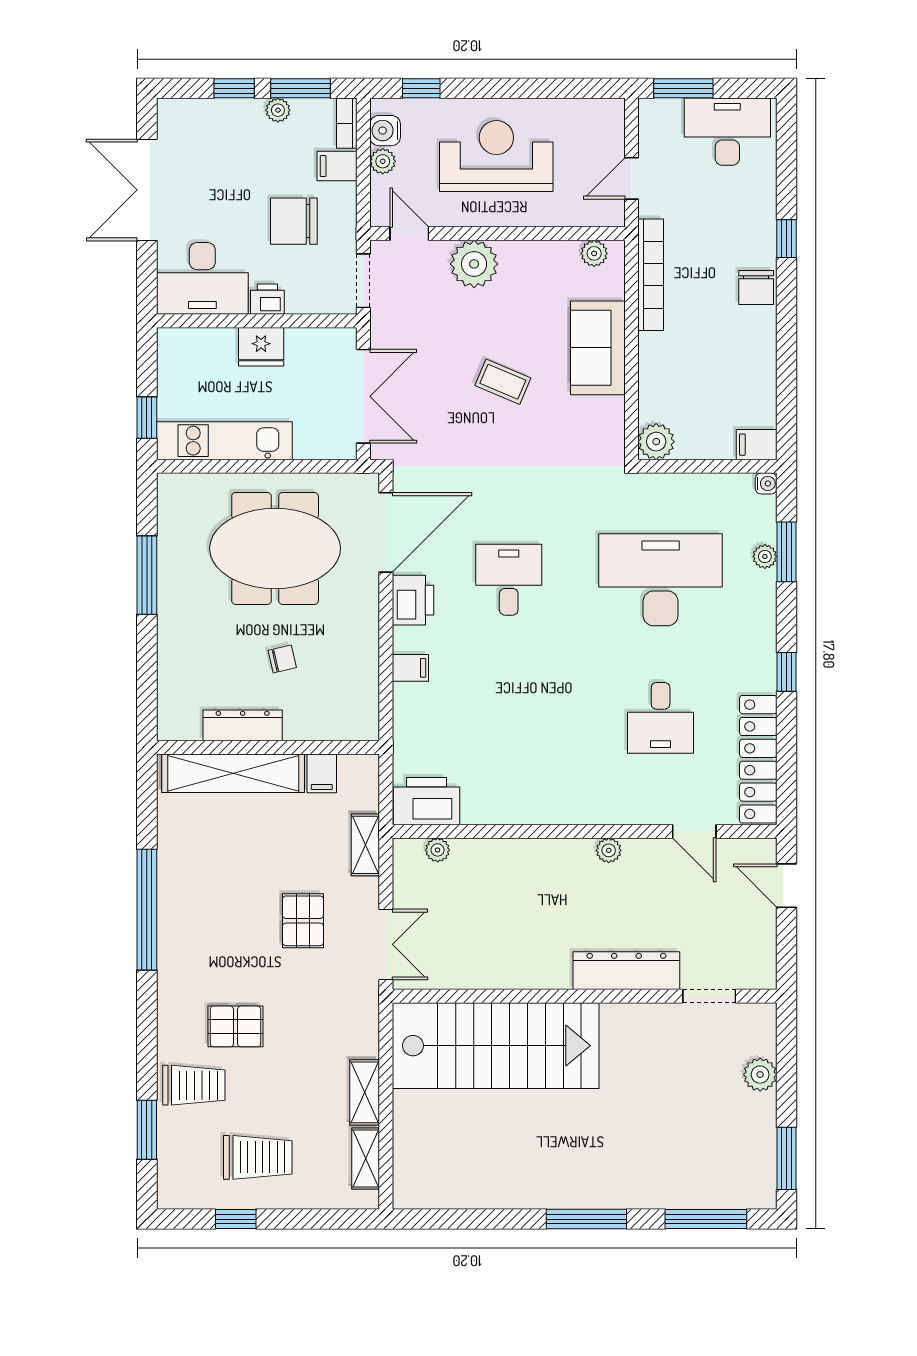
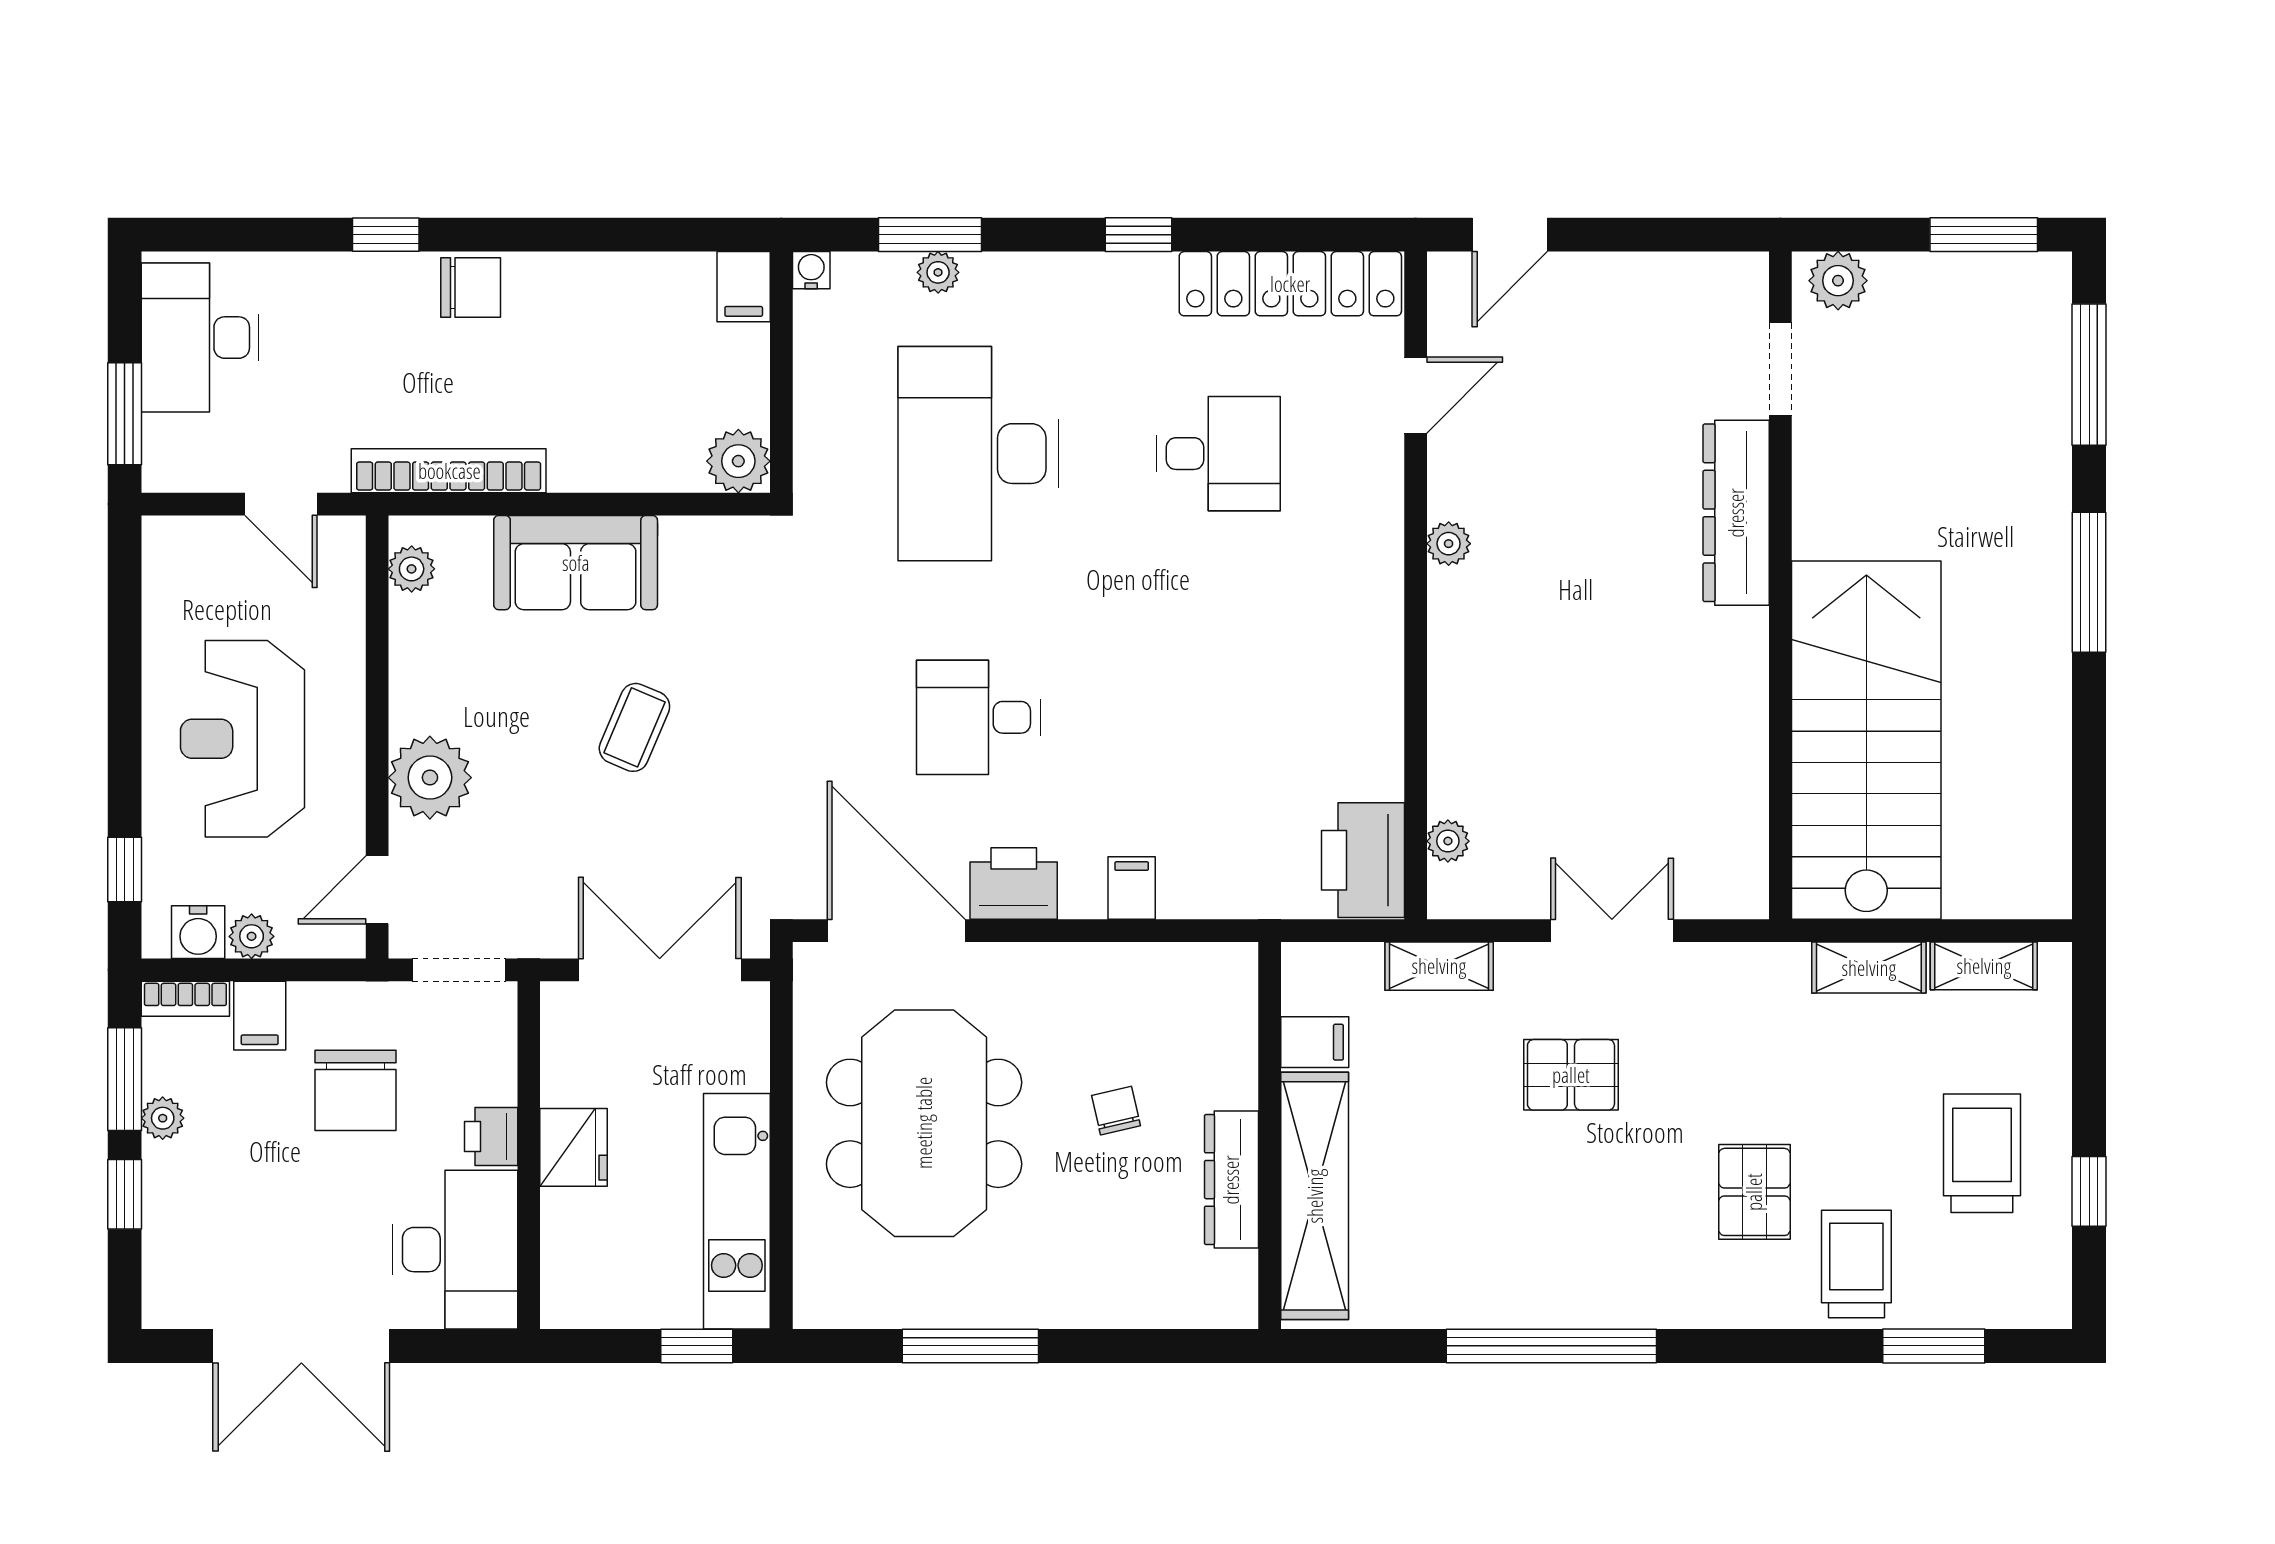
dresser: (626, 971) -> (1736, 513), moved
wall: (585, 996) -> (1780, 585), moved
doorway: (709, 996) -> (1780, 369), moved
stairs: (496, 1046) -> (1866, 740), moved

